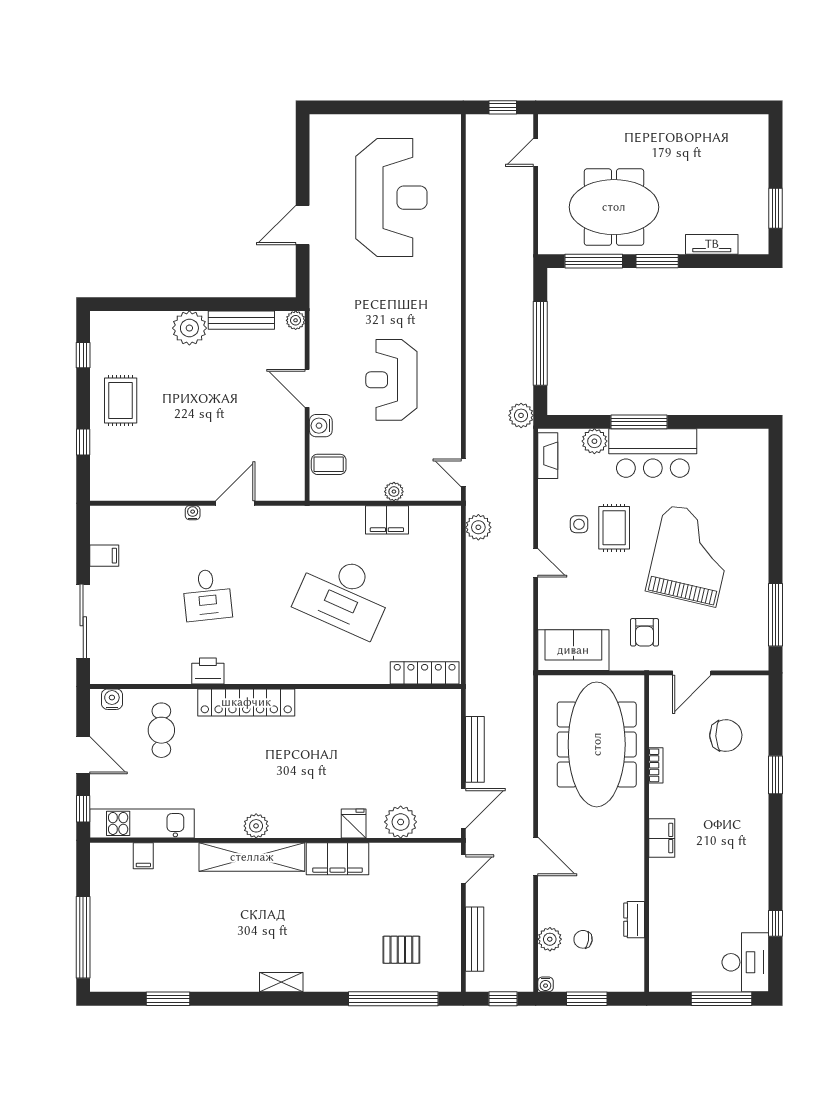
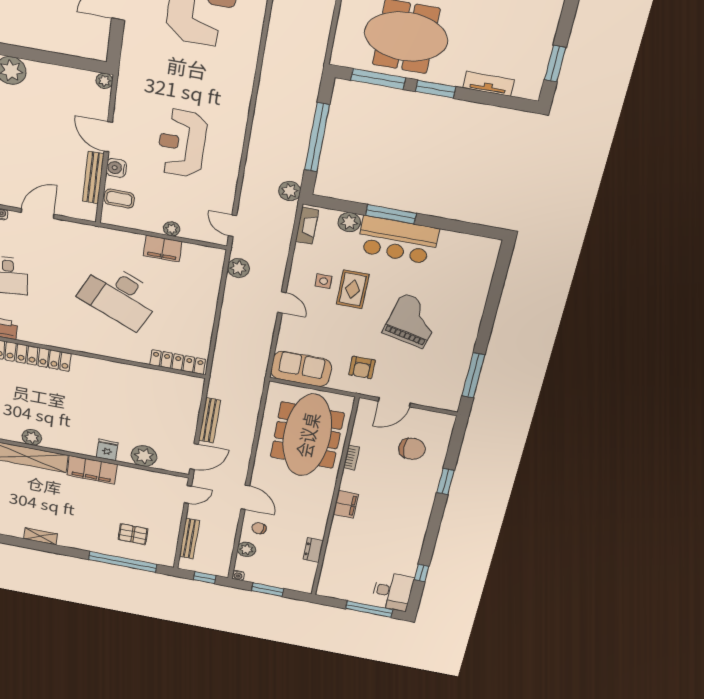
bench: (241, 320) -> (93, 178), moved, turned 90
grand piano: (691, 555) -> (413, 321), width x0.73, depth x0.68
chair: (583, 939) -> (259, 528), moved

